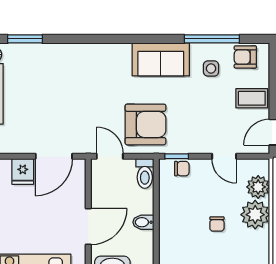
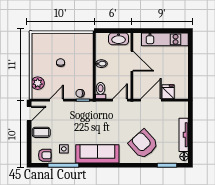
sofa: (161, 59) -> (97, 154), width x1.36
armchair: (145, 124) -> (143, 144), moved, turned 48
door: (110, 156) -> (120, 100), swing flipped
door: (224, 156) -> (57, 100), hinge flipped
plant: (255, 215) -> (39, 68), removed
door: (88, 227) -> (132, 61), swing flipped

